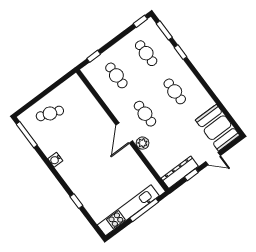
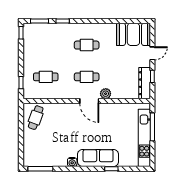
cafe table: (146, 53) -> (46, 45), removed
cafe table: (50, 113) -> (36, 118), moved
sofa: (77, 181) -> (98, 158), added

